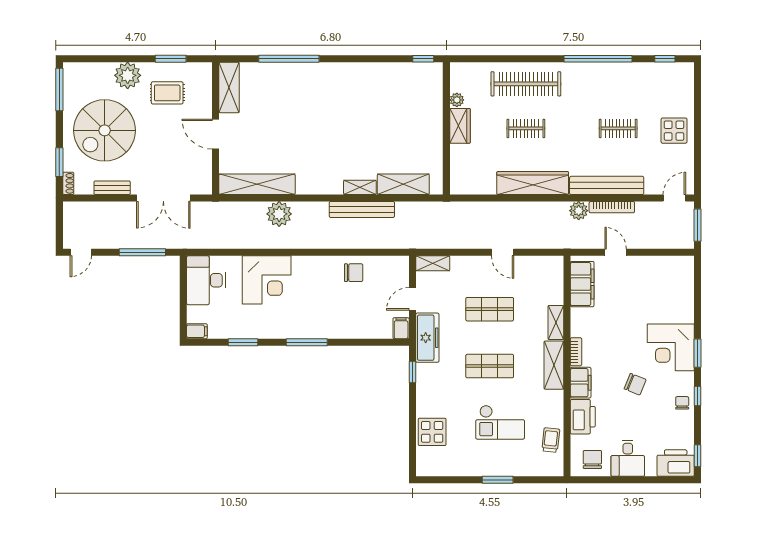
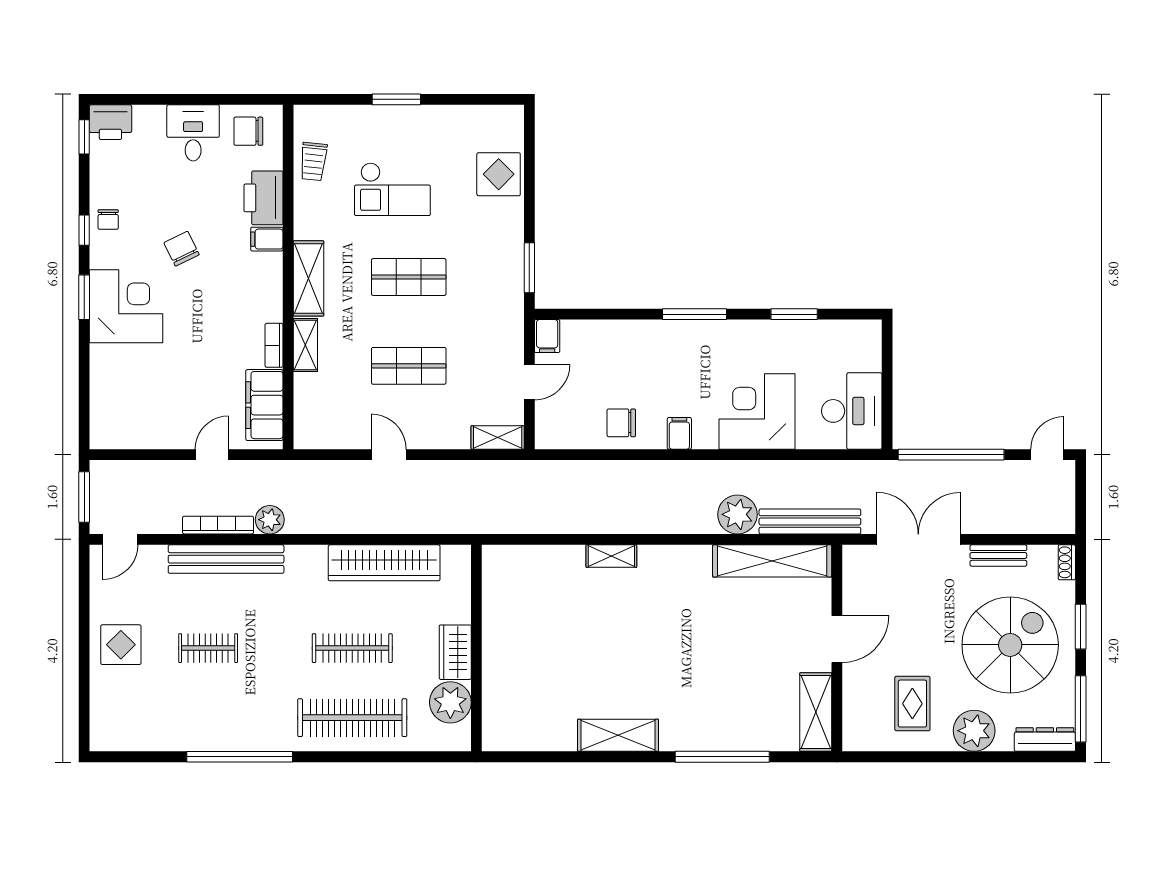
window: (171, 59) -> (907, 757), removed
window: (423, 59) -> (512, 757), removed
window: (665, 59) -> (135, 757), removed
dresser: (82, 70) -> (1045, 740), added
rug: (167, 93) -> (912, 704), turned 90
plant: (457, 100) -> (450, 702), width x1.87, depth x1.87
clothes rail: (526, 128) -> (352, 648), width x1.36
door: (216, 134) -> (837, 639), hinge flipped
window: (59, 162) -> (1081, 627), moved
wardrobe: (533, 183) -> (384, 563), moved
shelving: (403, 184) -> (618, 735), moved
bench: (362, 209) -> (810, 521), moved
window: (142, 252) -> (951, 455), width x1.46
door: (616, 252) -> (212, 455), swing flipped
filing cabinet: (197, 331) -> (679, 433), moved, turned 90
freezer: (427, 338) -> (506, 321), removed
bookcase: (576, 352) -> (274, 345), moved
window: (412, 372) -> (529, 268), width x1.50
filing cabinet: (581, 383) -> (267, 239), width x0.50
chair: (635, 384) -> (182, 249), turned 42
checkout: (500, 422) -> (392, 189), turned 180
chair: (592, 459) -> (248, 131), turned 90
printer: (676, 463) -> (110, 122), width x0.73, depth x0.84

